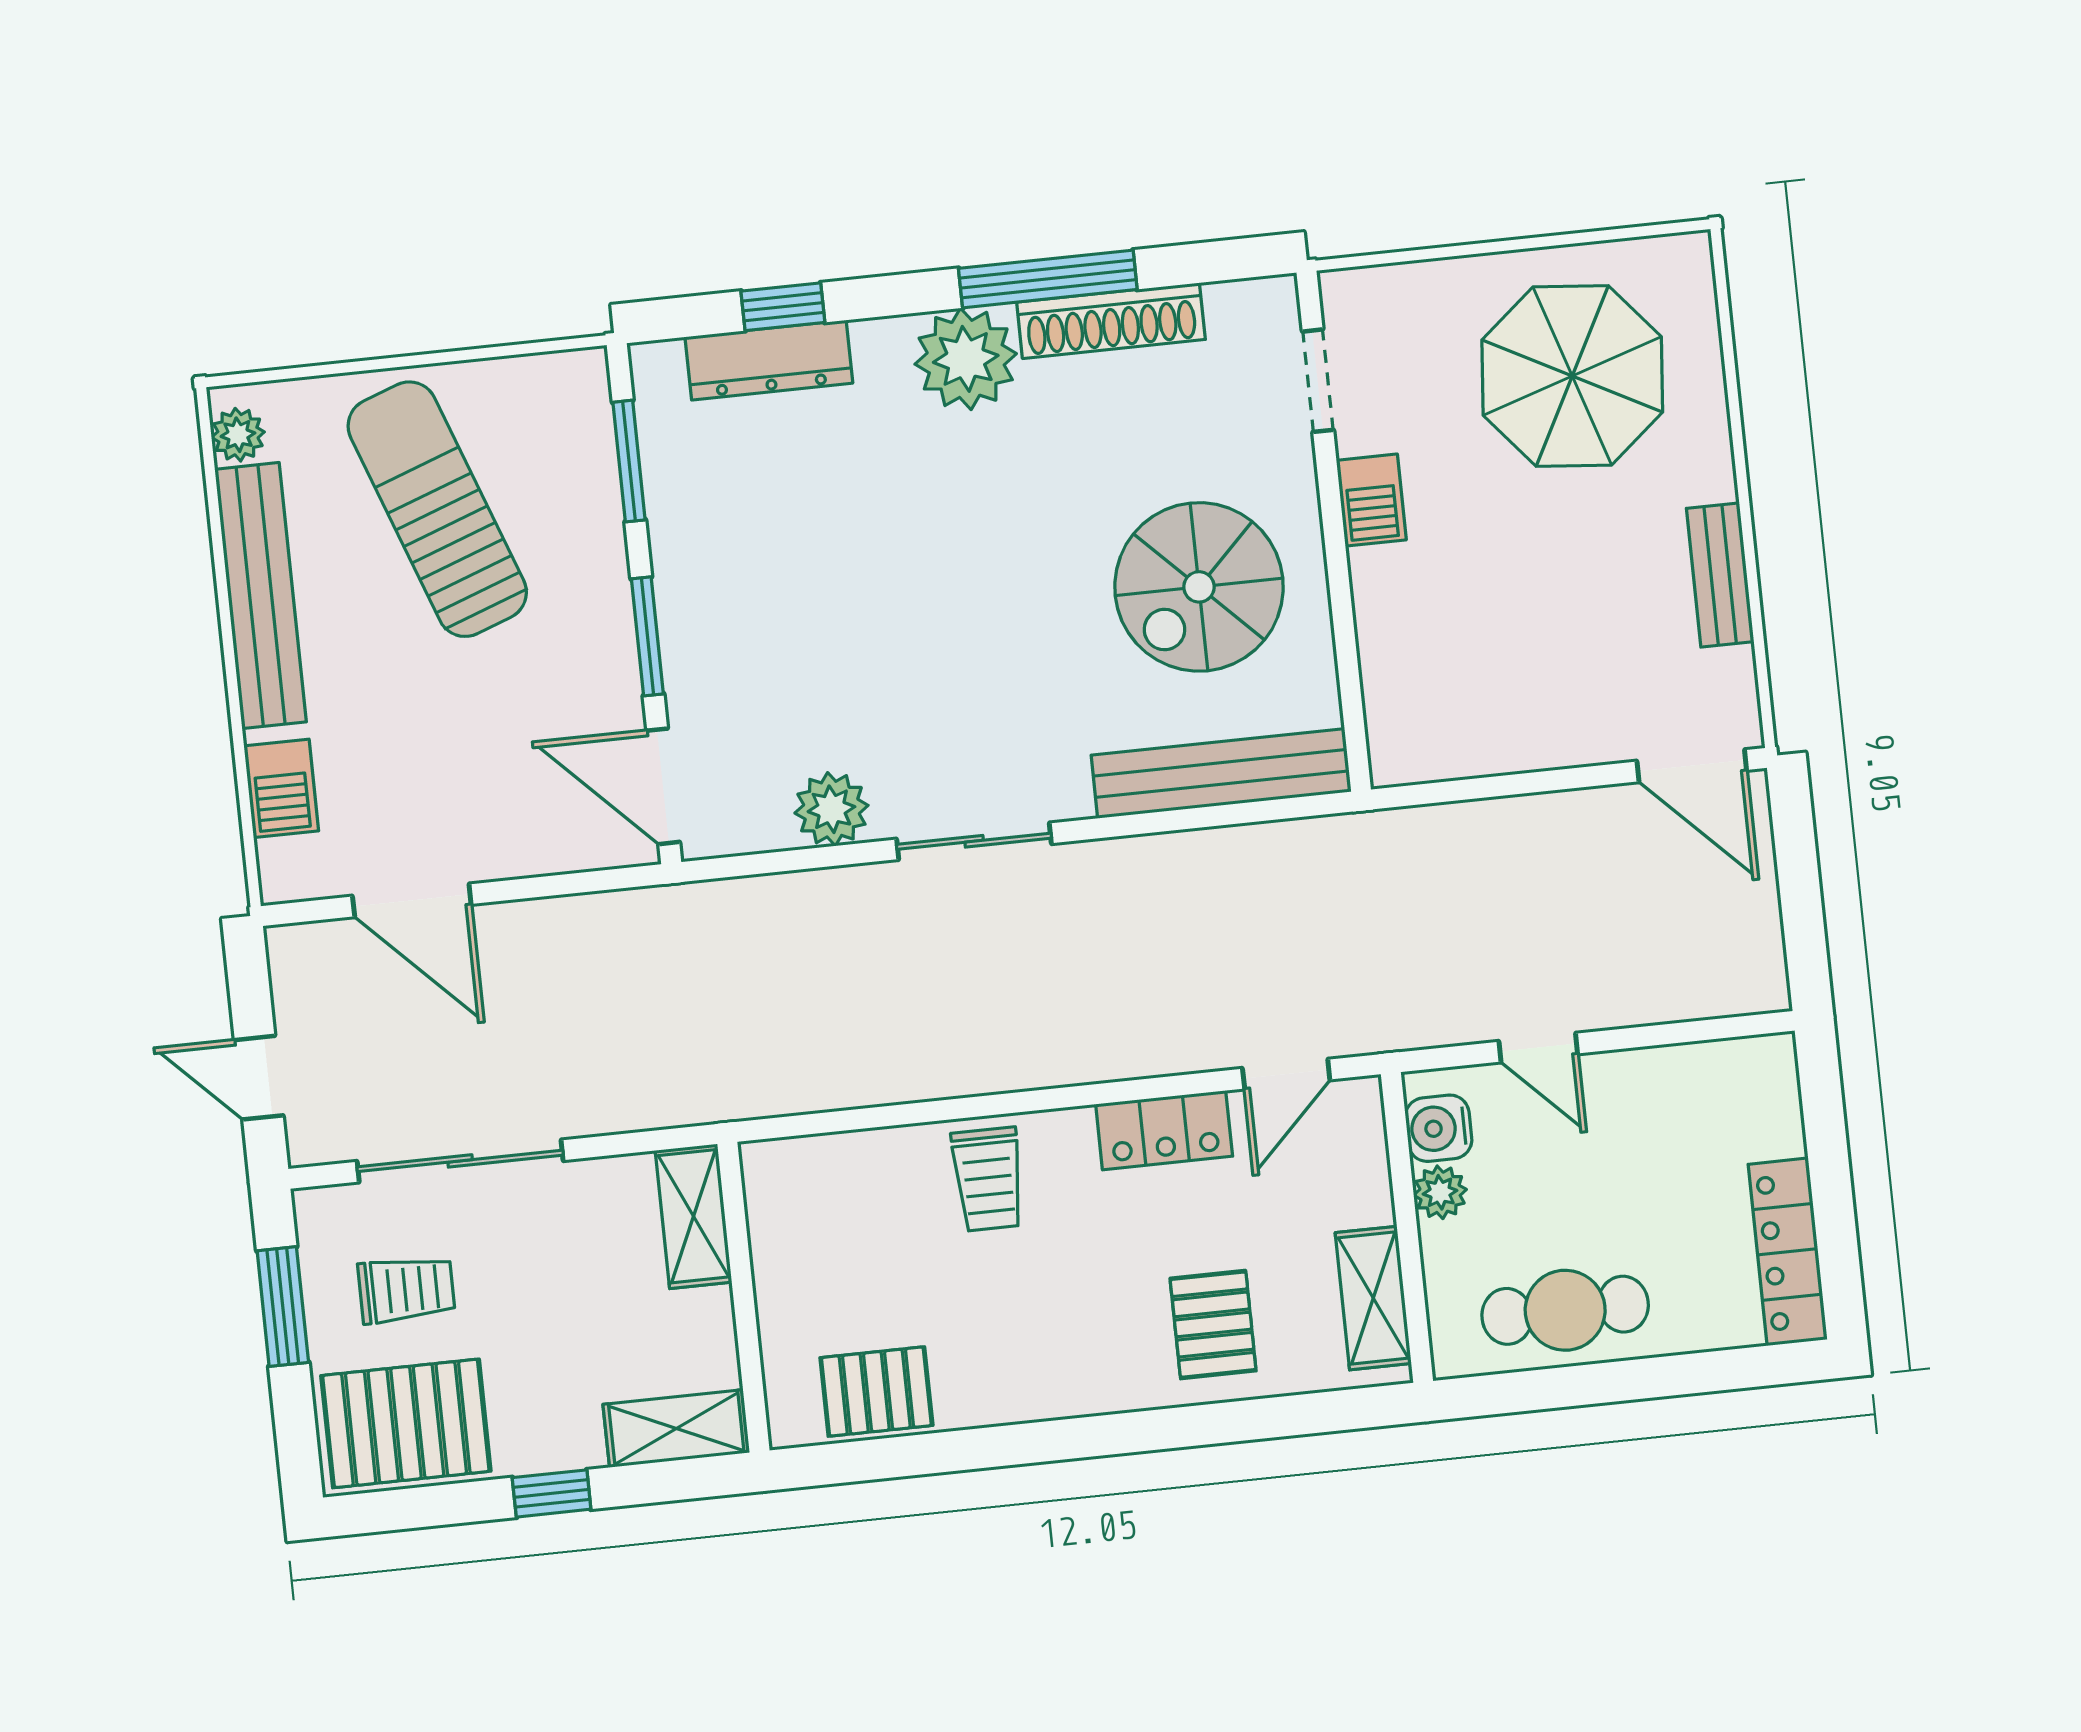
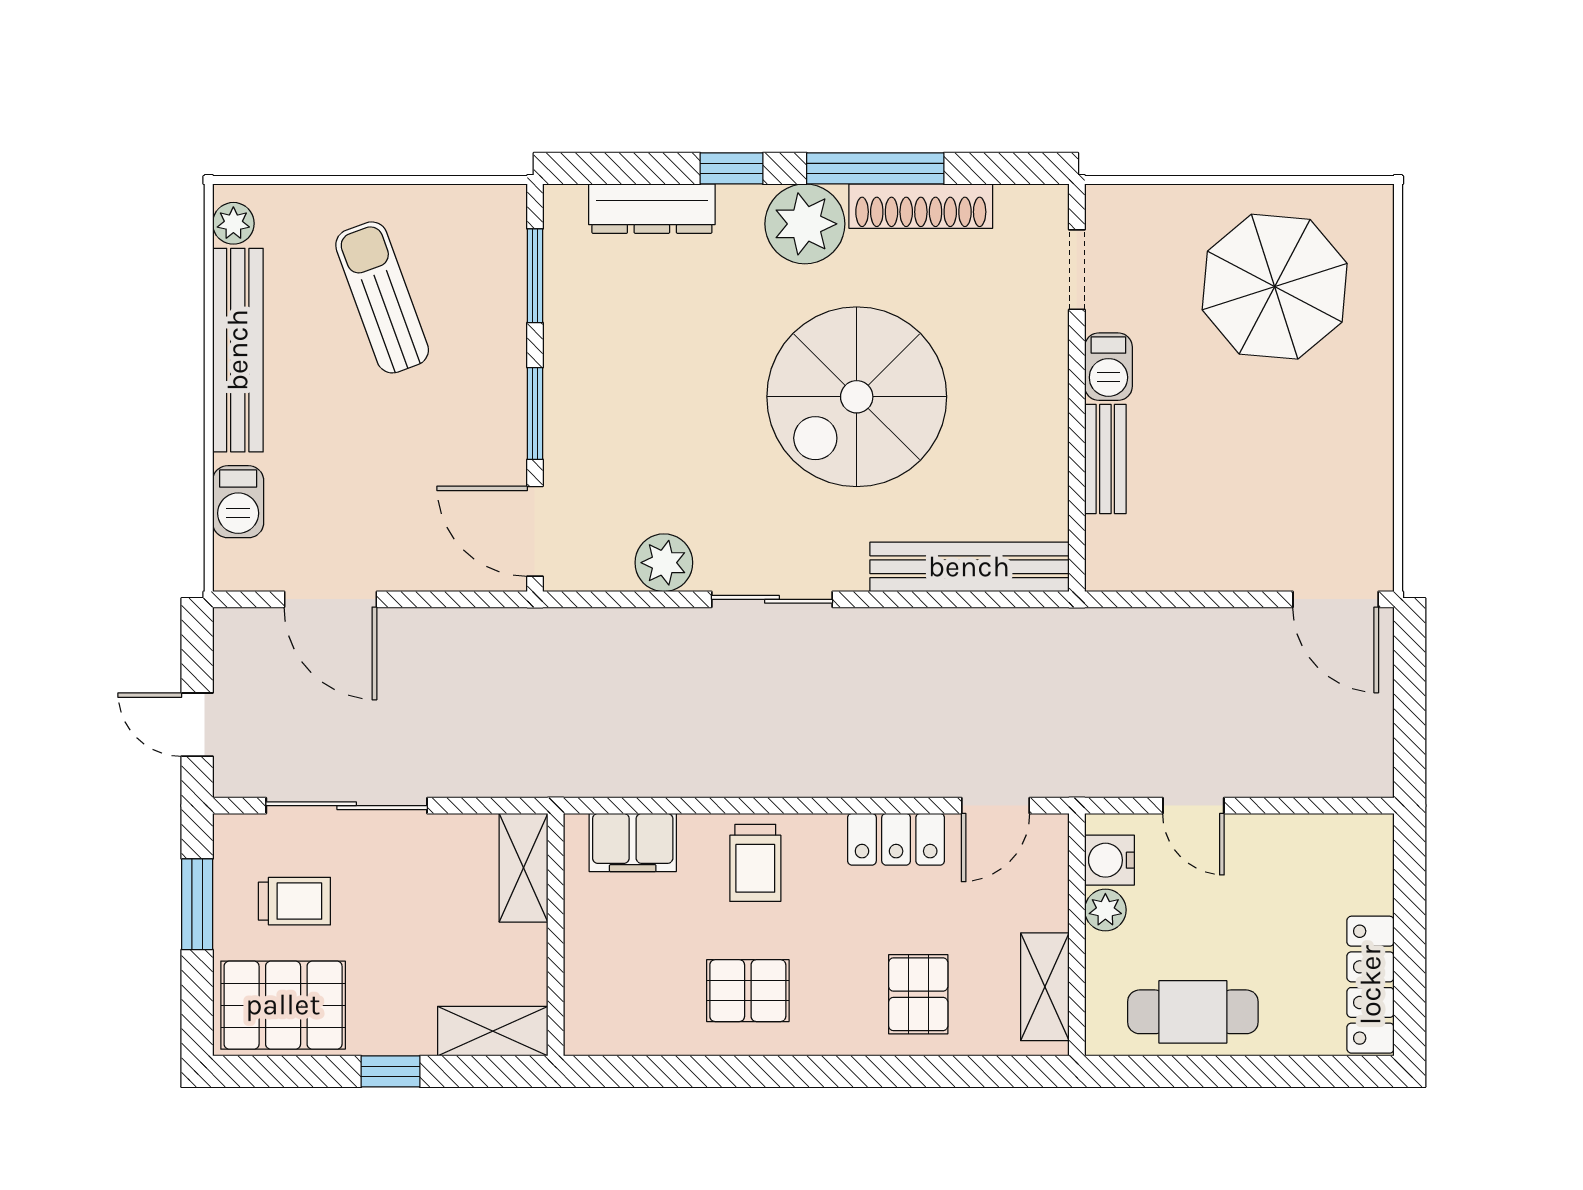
window: (783, 307) -> (732, 168), moved
sun lounger: (437, 509) -> (382, 297), width x0.73, depth x0.75
bench: (1720, 575) -> (1105, 459), moved
spiral stairs: (1199, 587) -> (857, 397), moved, width x1.37, depth x1.37
filing cabinet: (829, 1170) -> (633, 842), added
pallet: (876, 1392) -> (748, 991), moved

